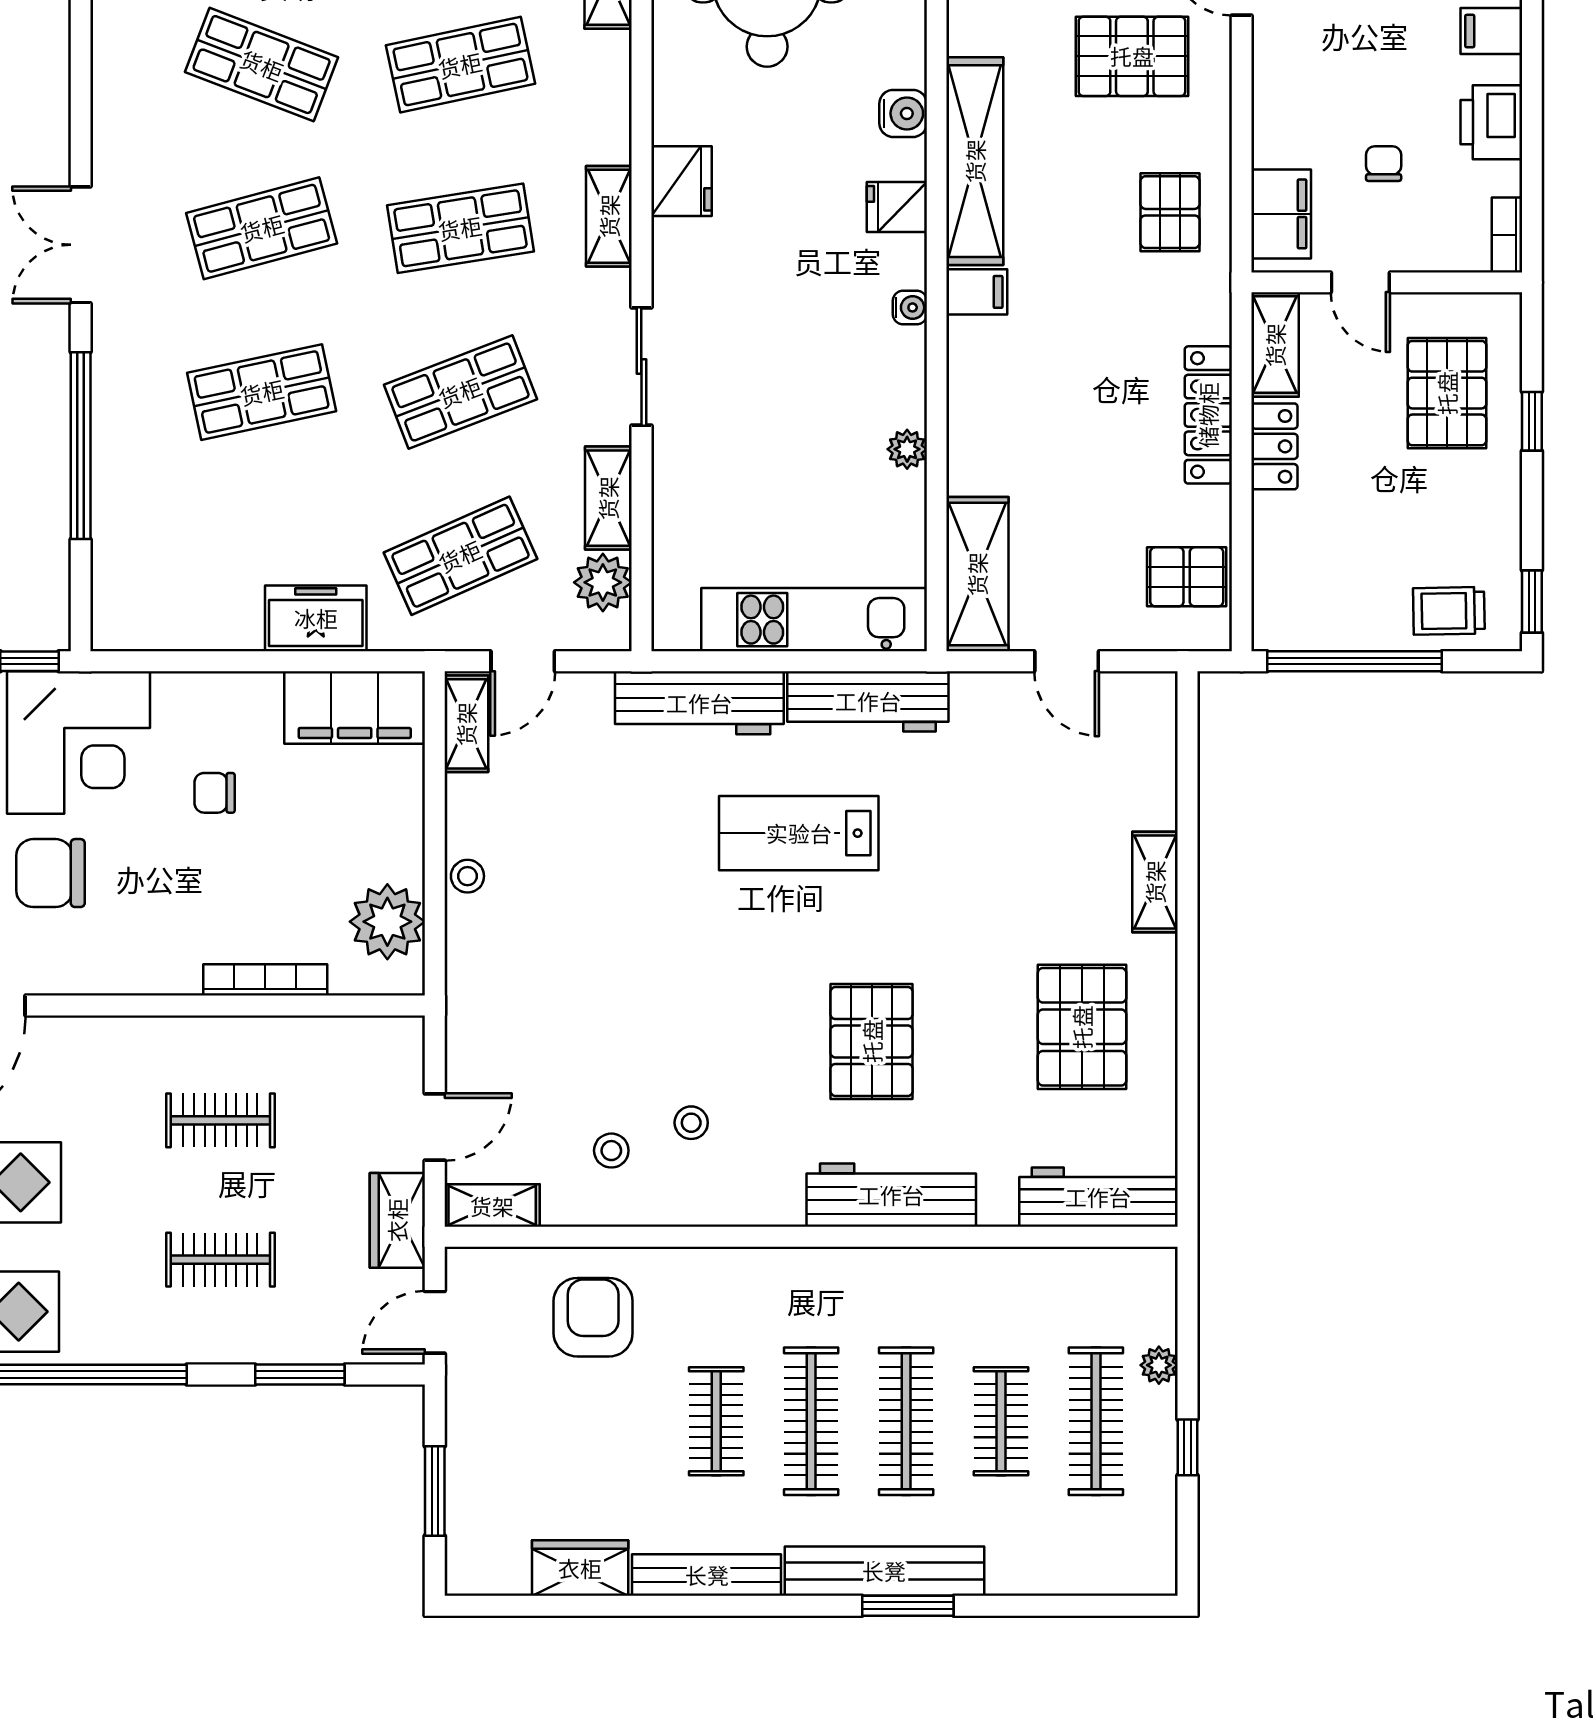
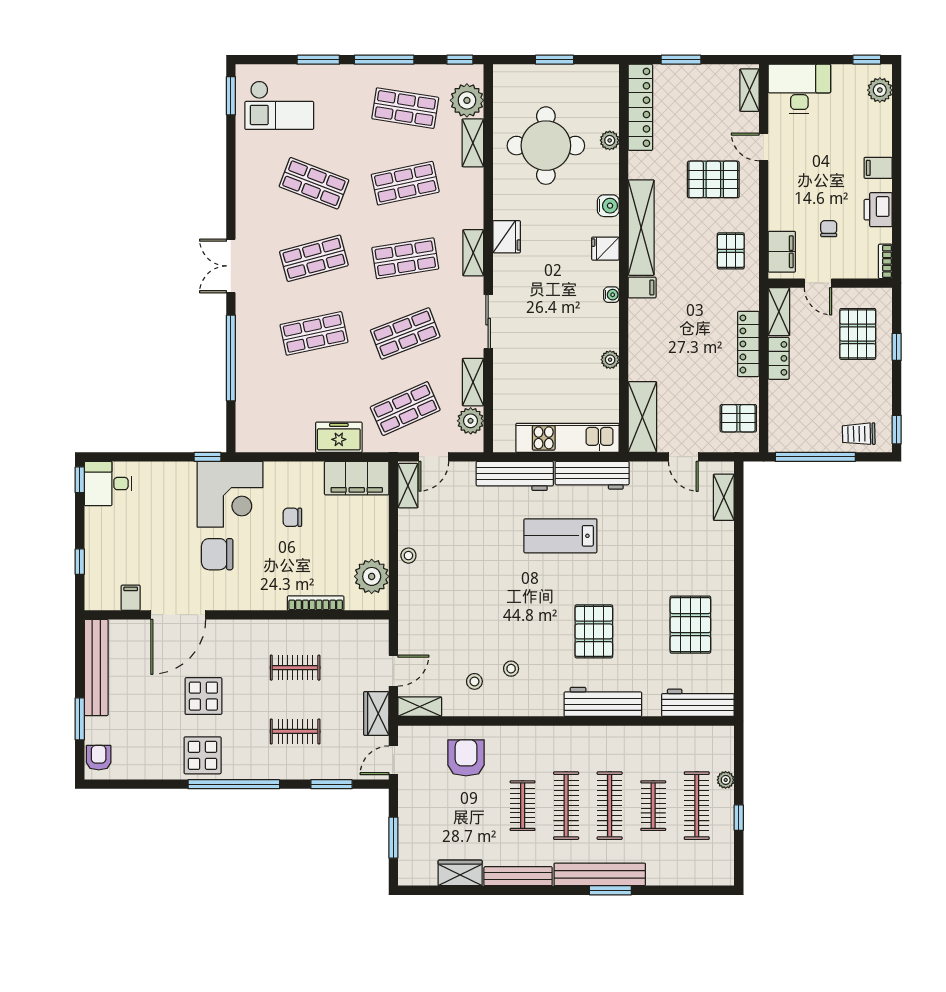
shelving: (1155, 882) -> (724, 497), moved

